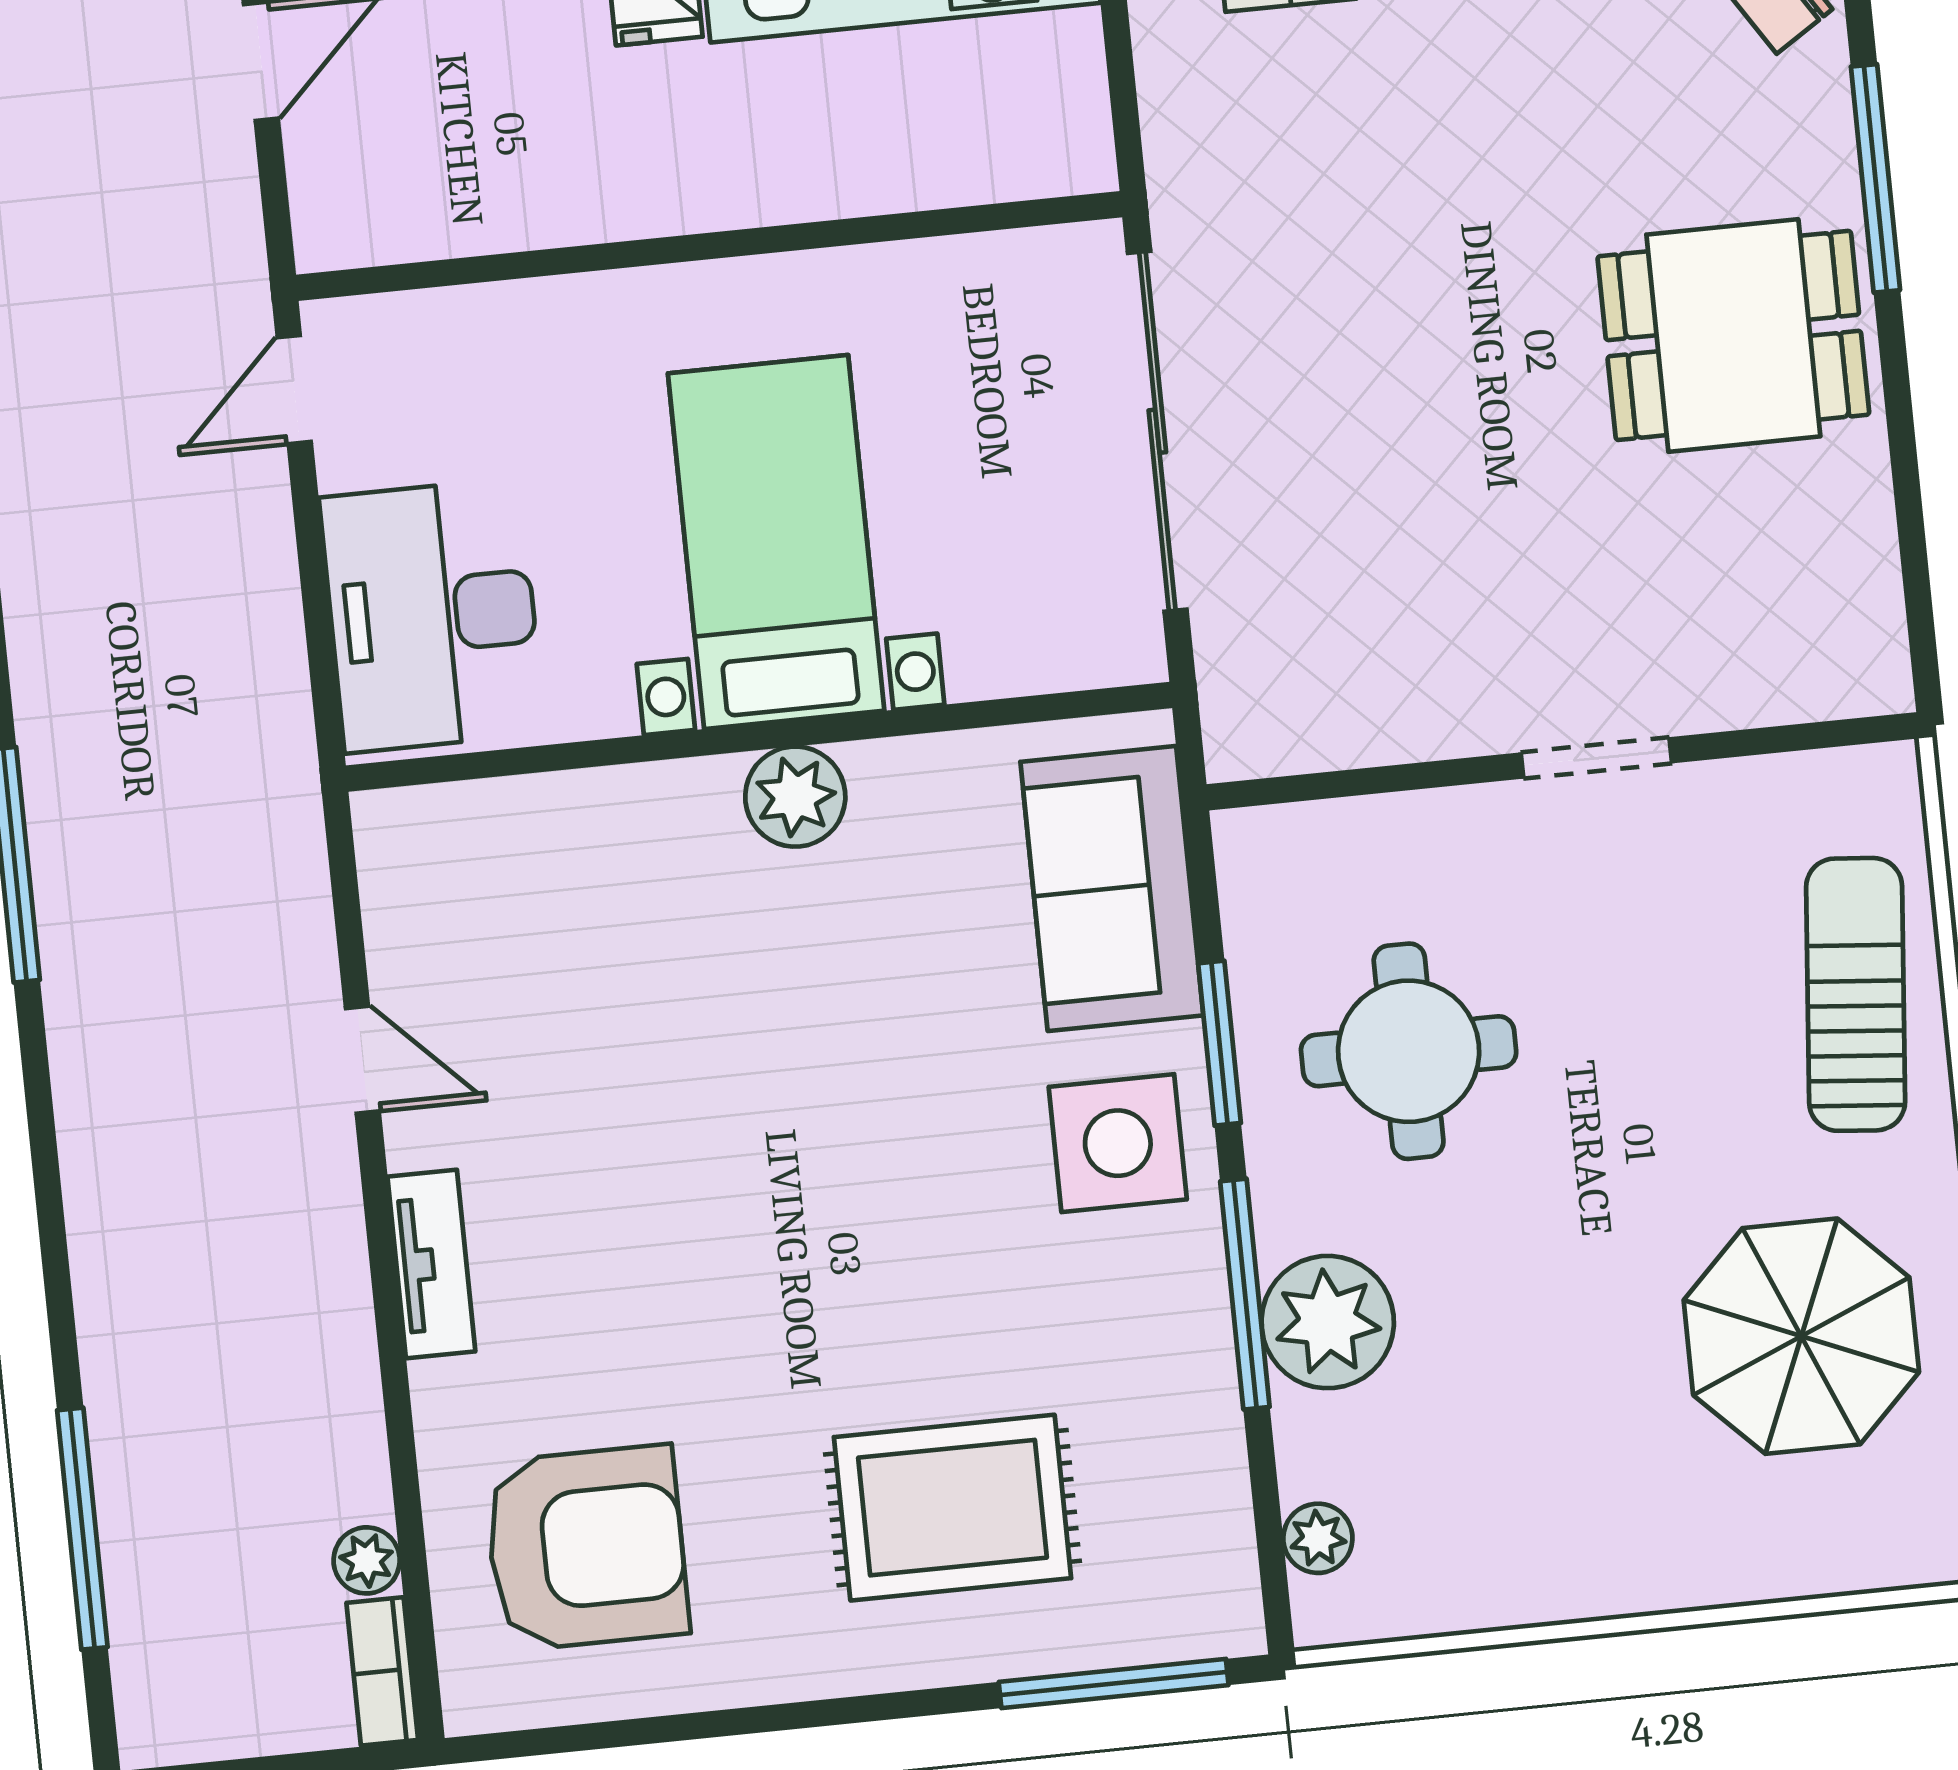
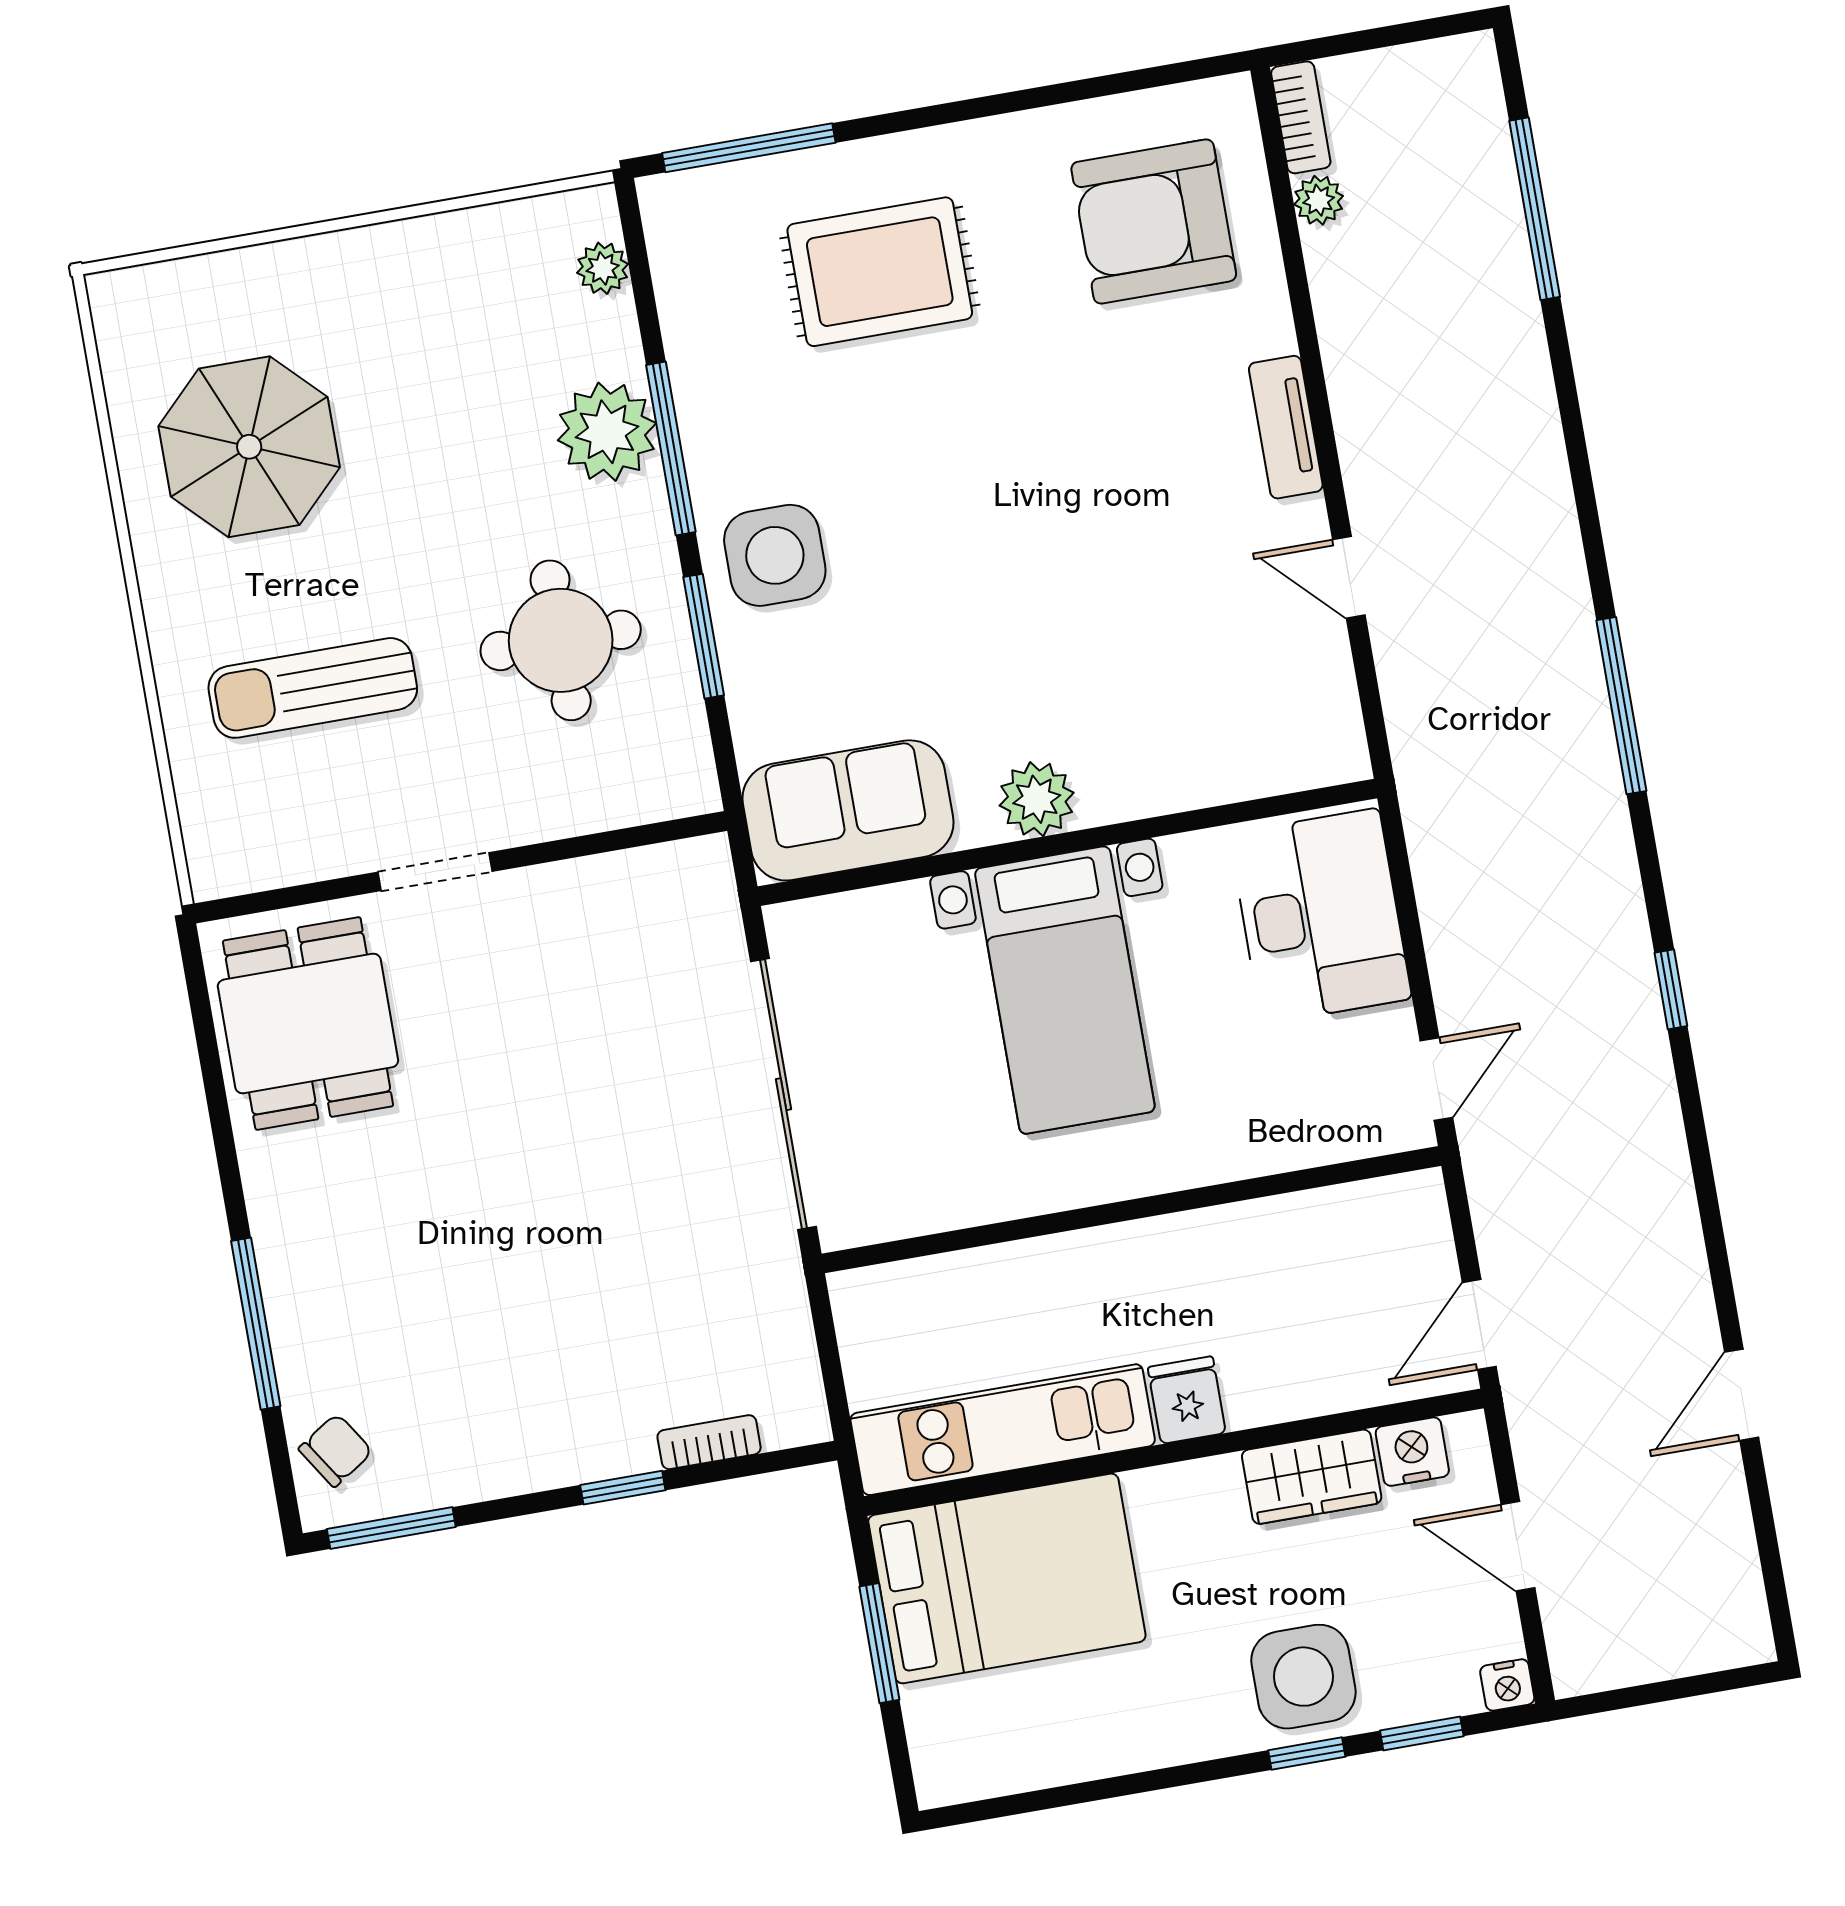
dining table: (1733, 335) -> (308, 1023), moved, turned 90
sofa: (1112, 889) -> (848, 810), moved, turned -90
sun lounger: (1856, 994) -> (313, 688), moved, turned 85

